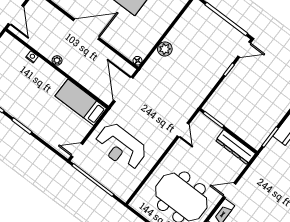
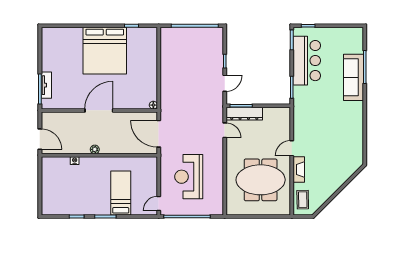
plant: (165, 49) -> (167, 81), removed
door: (244, 49) -> (225, 83), moved
bed: (81, 102) -> (121, 193), moved, turned 90
reception desk: (121, 147) -> (189, 177), turned 90
dresser: (235, 147) -> (244, 114), moved

